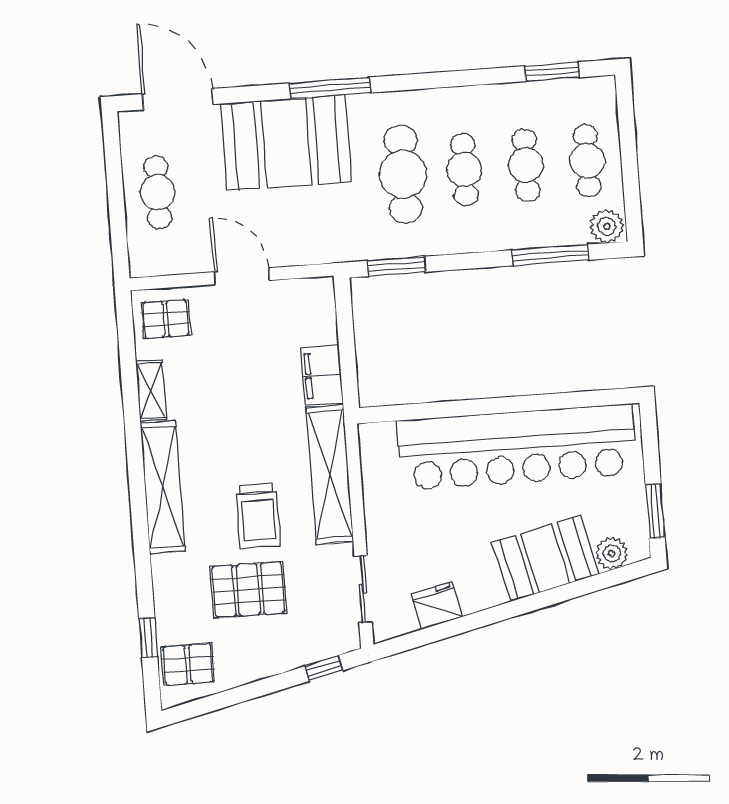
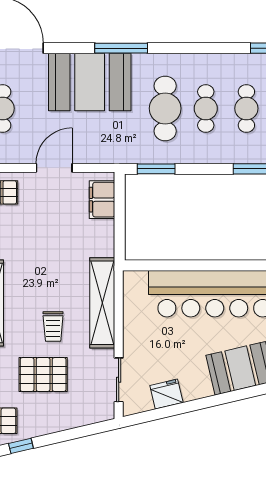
door: (242, 276) -> (54, 168), hinge flipped
filing cabinet: (322, 375) -> (102, 200), moved
trolley: (258, 516) -> (53, 326), width x0.73, depth x0.72
window: (324, 668) -> (21, 446), moved

